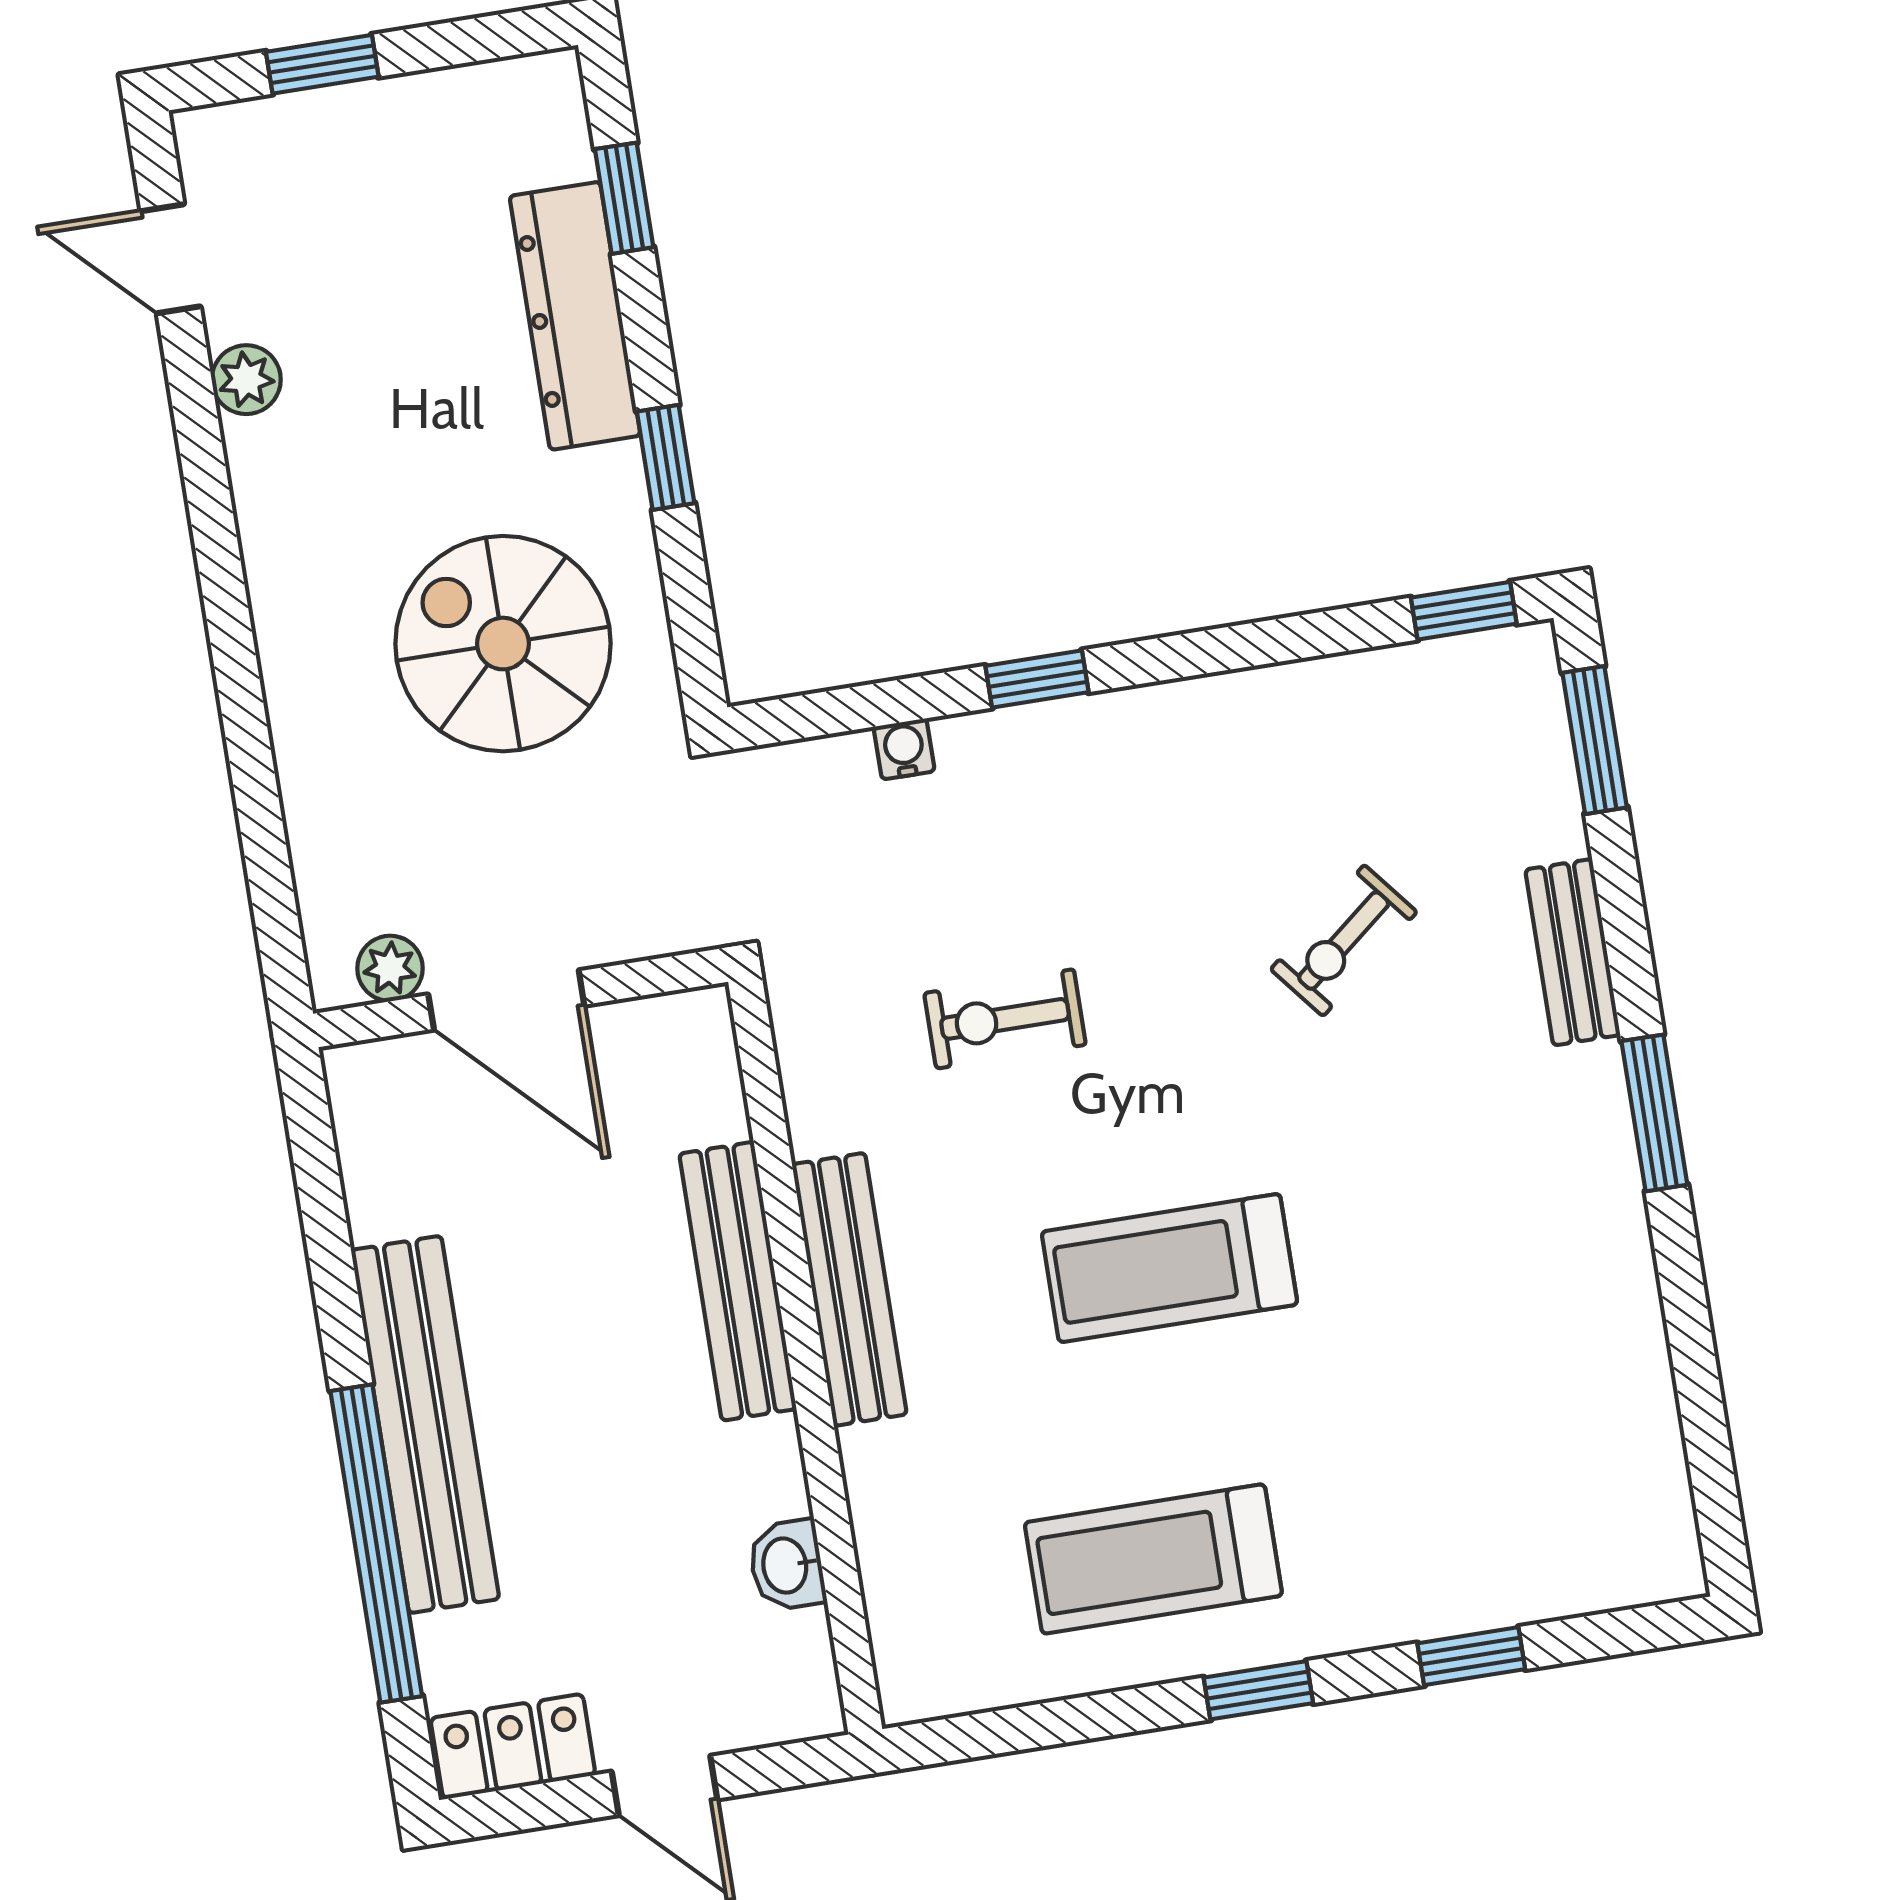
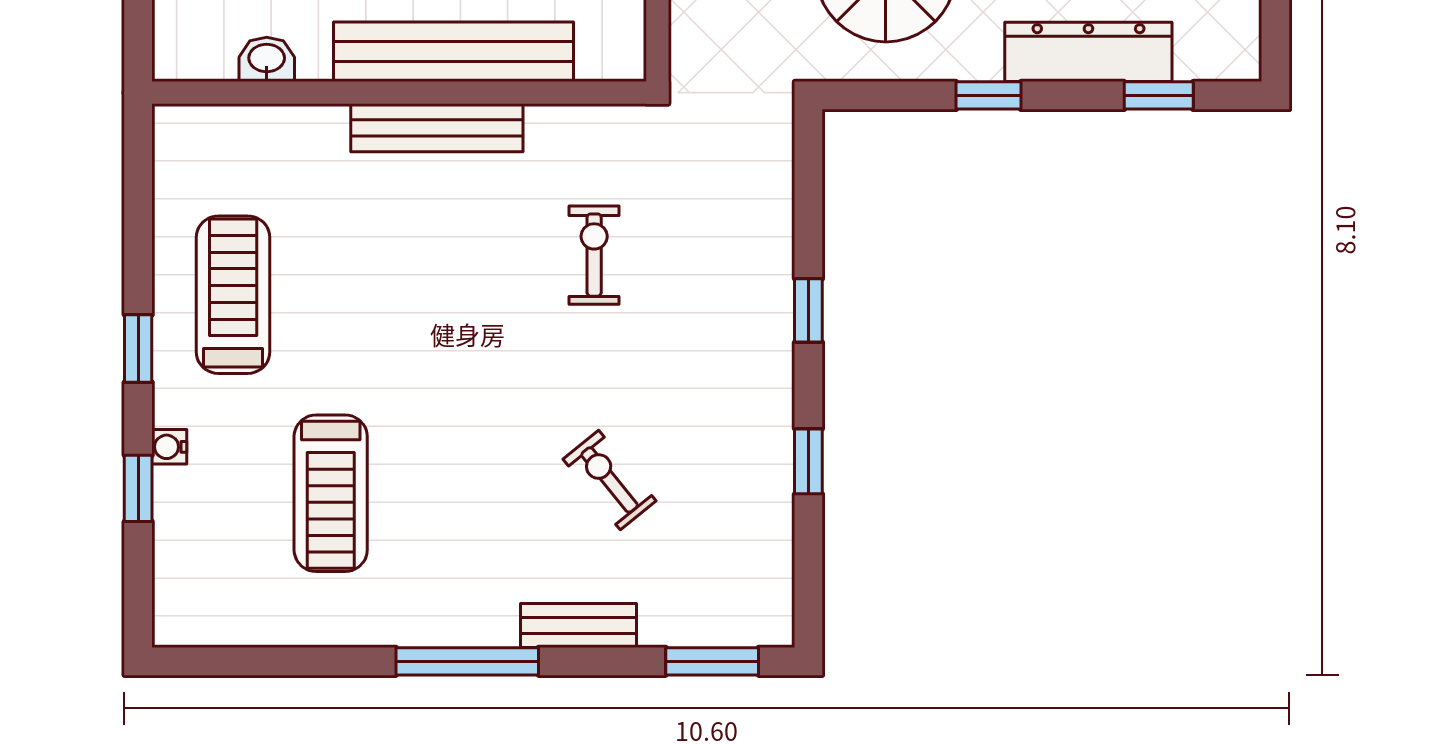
window: (1464, 611) -> (808, 461), moved
water cooler: (904, 749) -> (169, 447), moved, turned 180
window: (1654, 1113) -> (467, 661), width x1.44
treadmill: (1169, 1268) -> (331, 493), moved, turned 180
bench: (738, 1281) -> (453, 52), width x1.37, depth x1.21

